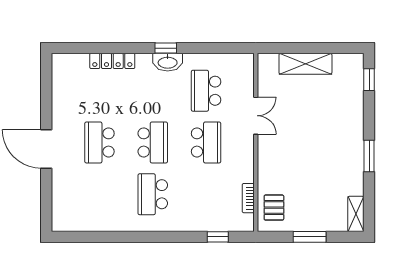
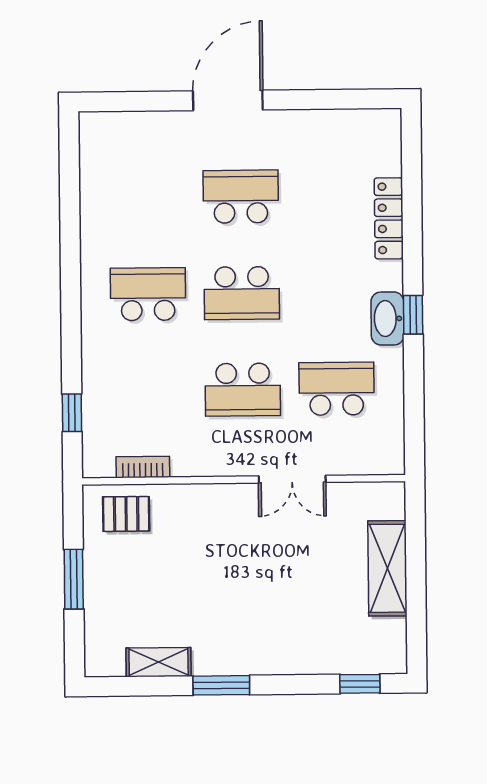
shelving: (356, 214) -> (159, 662), moved

